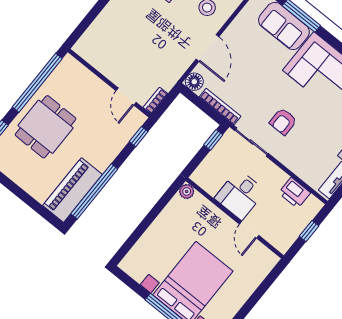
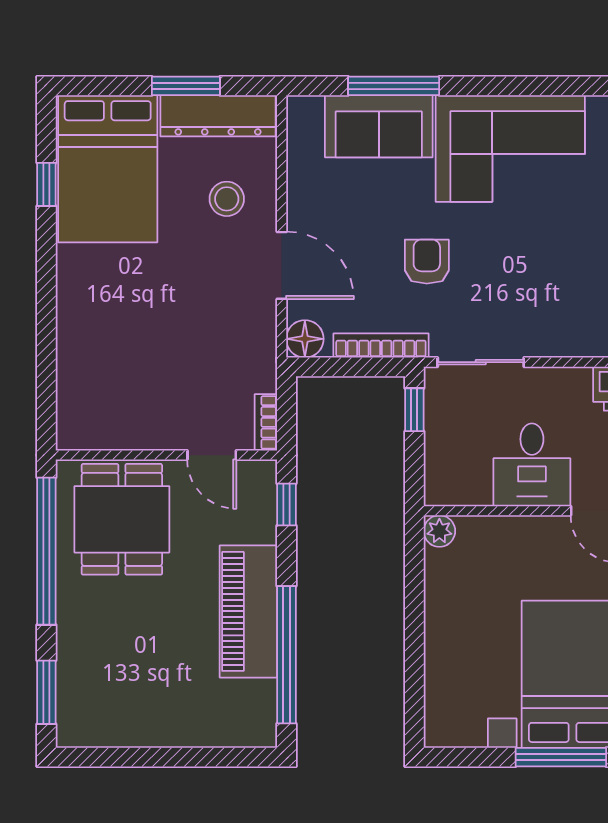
armchair: (283, 121) -> (427, 262), moved, turned 180
dining table: (46, 127) -> (122, 519), moved
piano: (72, 190) -> (248, 611), moved

